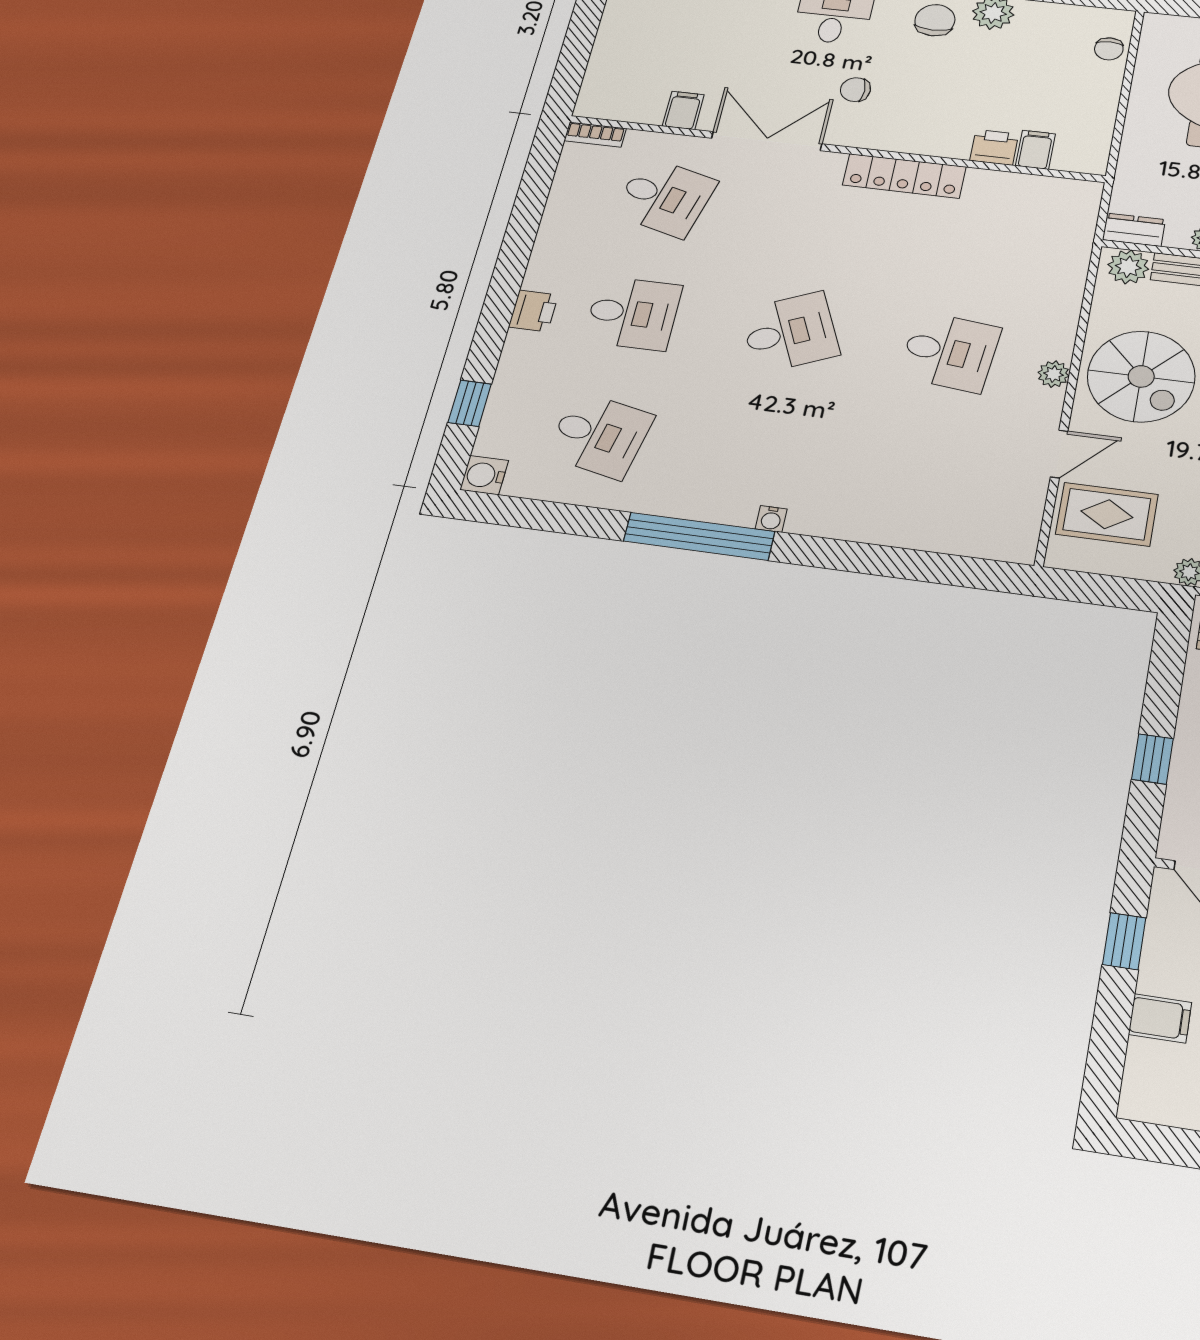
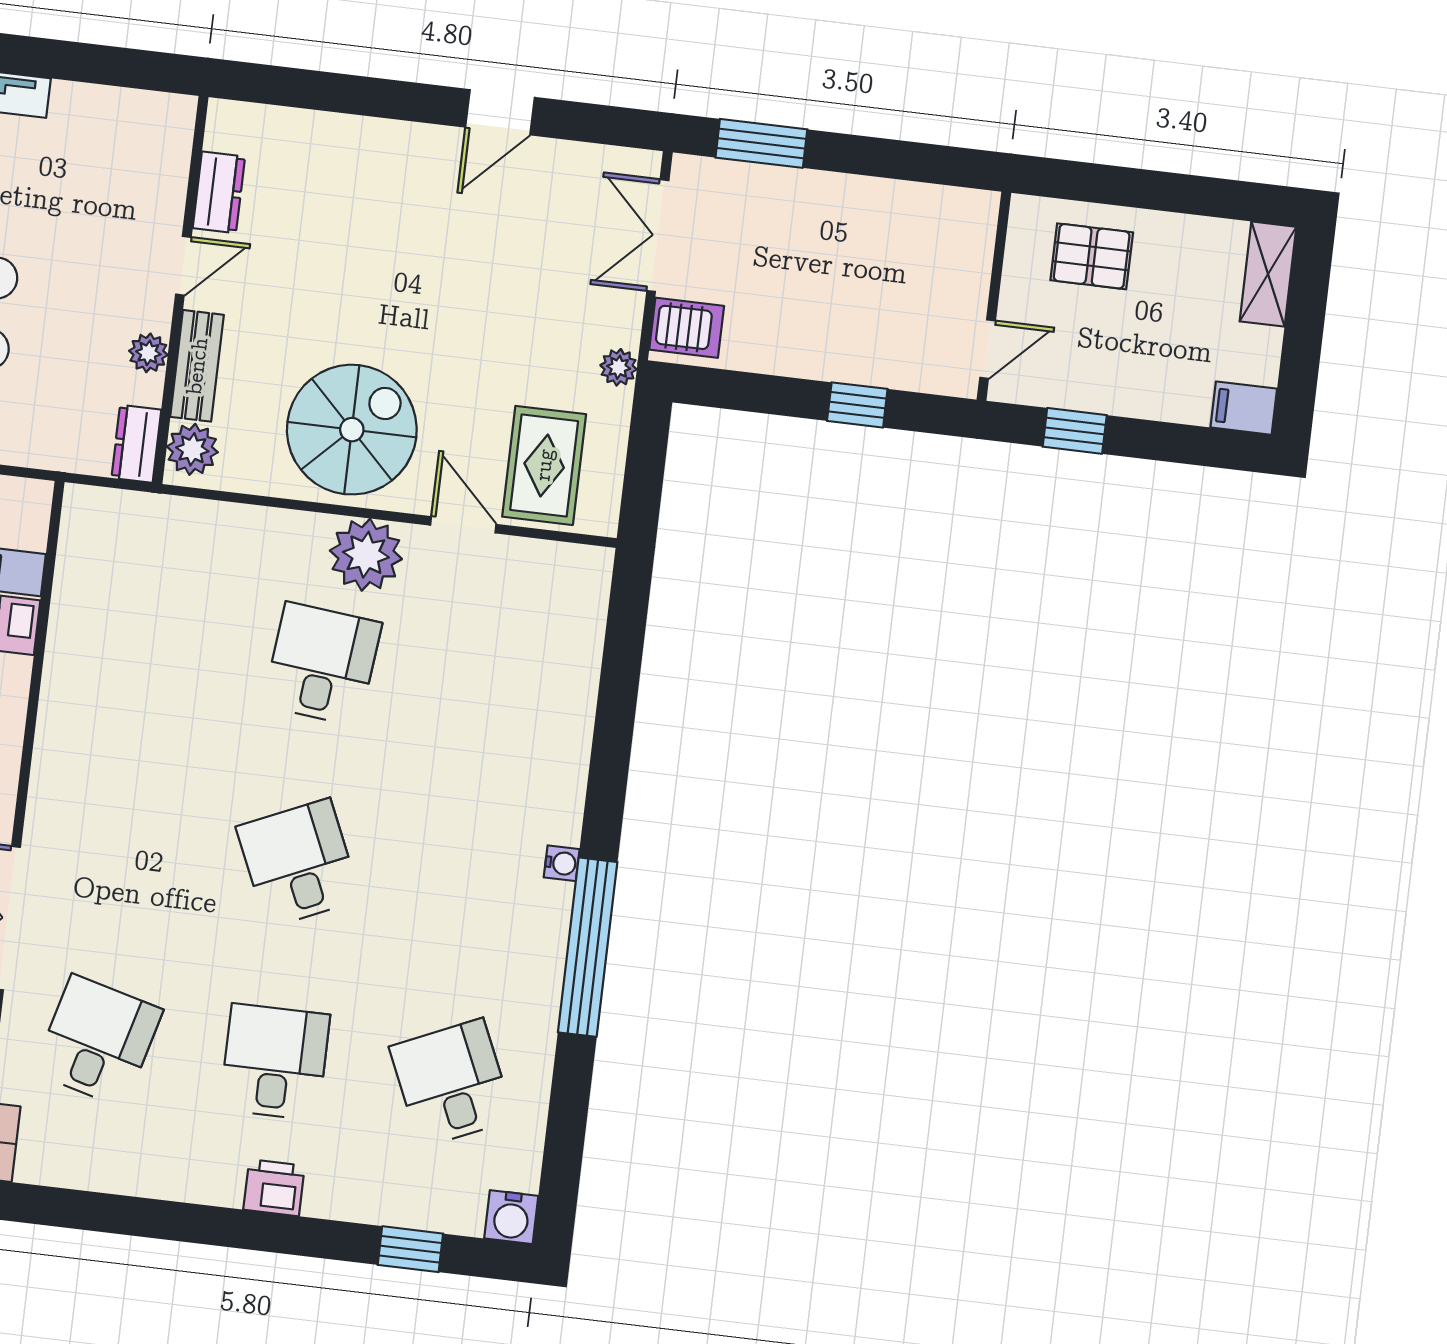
locker: (904, 176) -> (59, 737), removed
plant: (1054, 374) -> (366, 555), width x1.88, depth x1.88
desk: (599, 435) -> (452, 1083), turned -36
filing cabinet: (1160, 1018) -> (1244, 408), moved, turned -90

